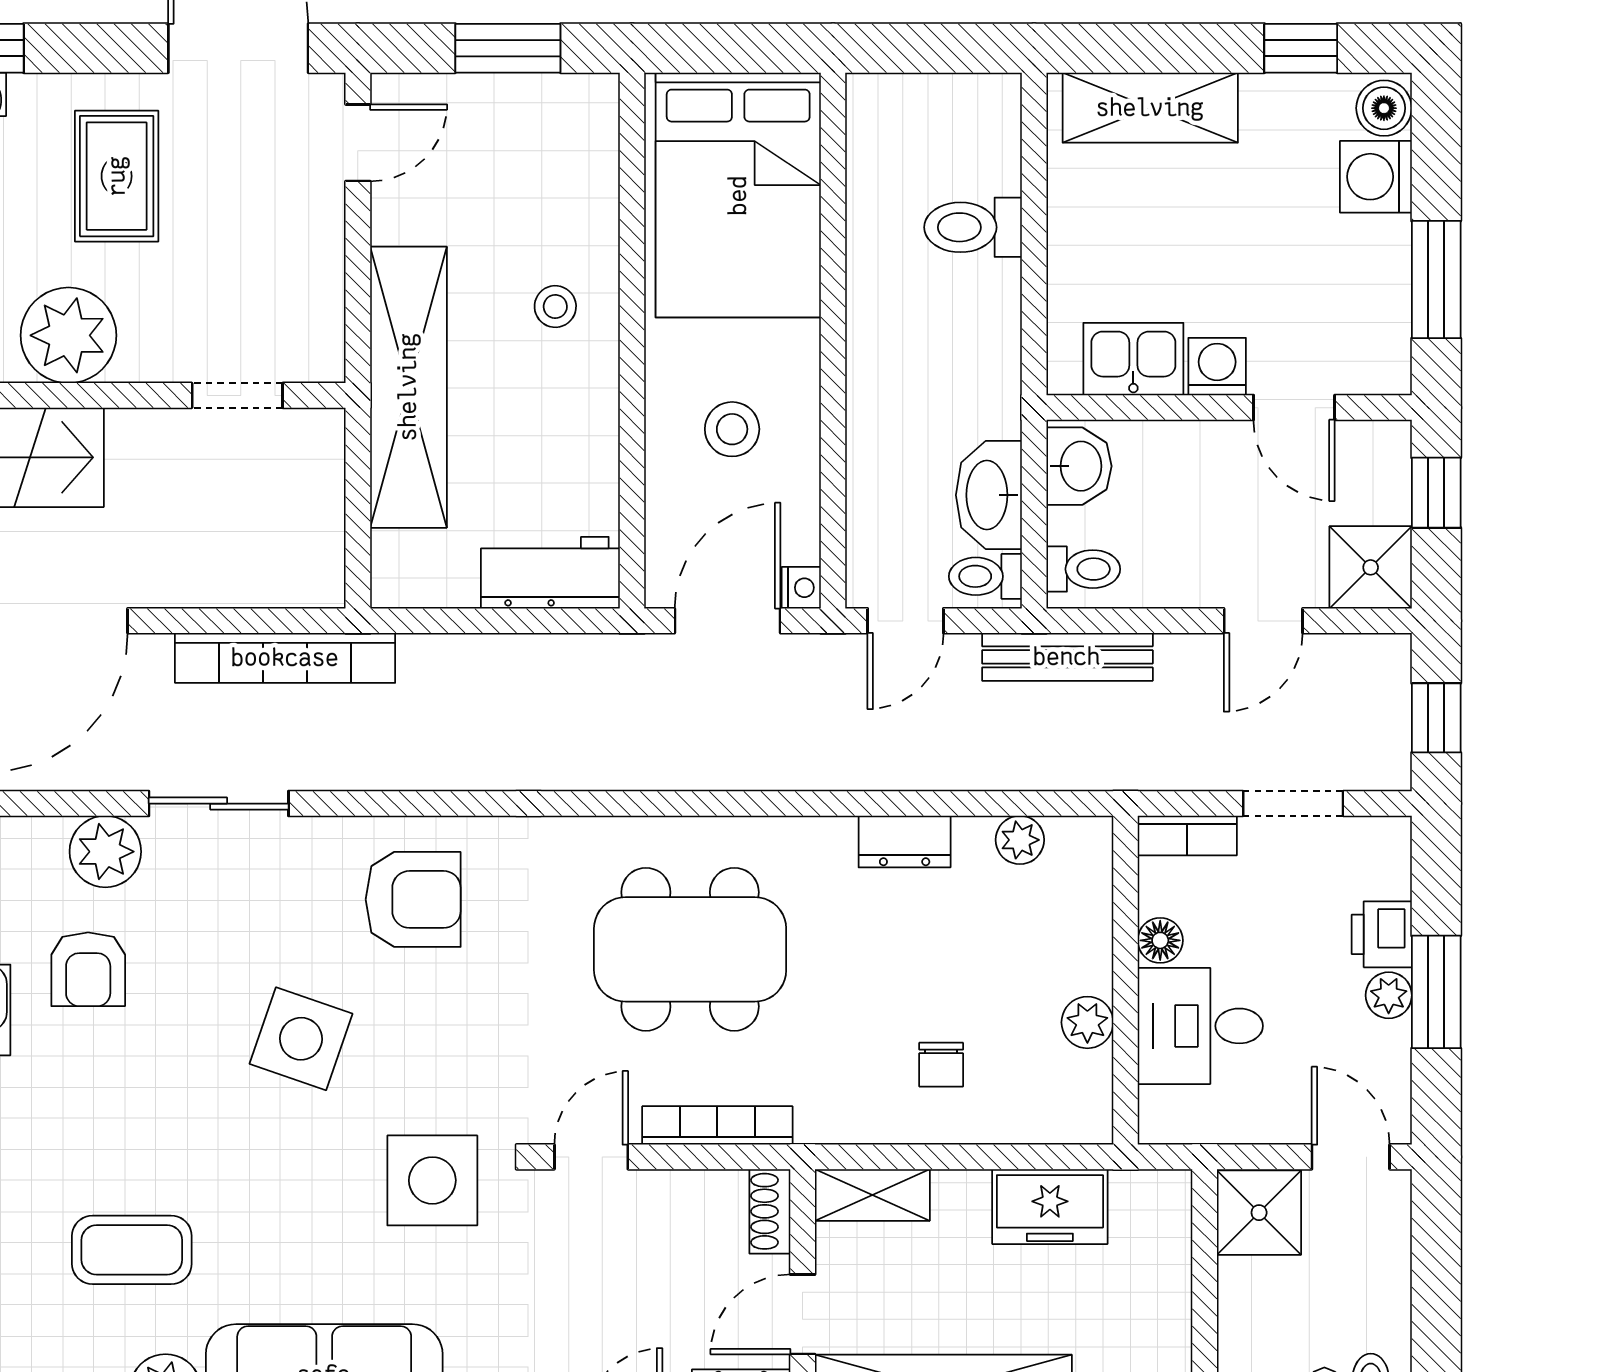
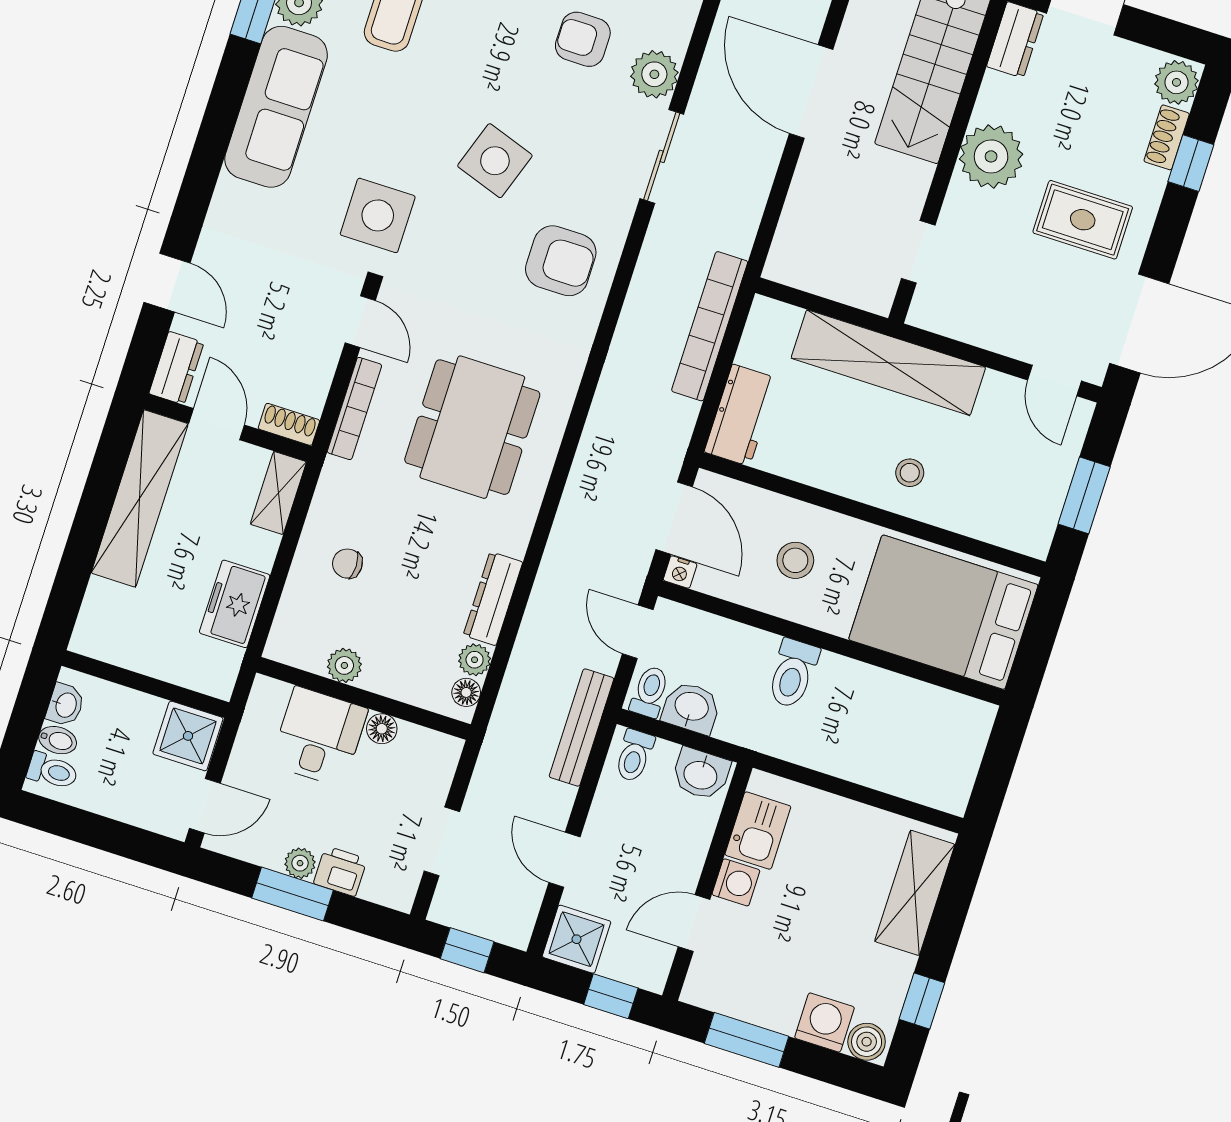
toilet: (973, 227) -> (793, 673), moved, turned 180
washbasin: (989, 495) -> (691, 708), width x0.72
bookcase: (285, 658) -> (710, 326), moved
bookcase: (1187, 836) -> (443, 767), removed
floor lamp: (1070, 837) -> (466, 692), added
dresser: (905, 842) -> (493, 599), width x1.44
armchair: (413, 899) -> (561, 261), turned -90

